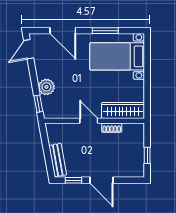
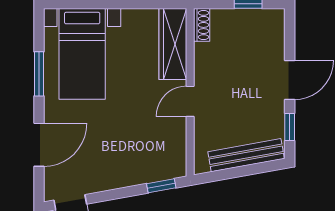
plant: (46, 87) -> (133, 172), removed
shoe rack: (112, 128) -> (202, 25), moved
bench: (58, 160) -> (246, 155), width x1.36

